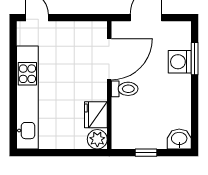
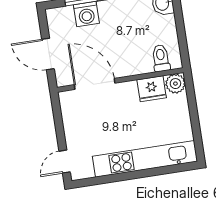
toilet: (125, 89) -> (161, 58), moved
window: (146, 153) -> (181, 33), removed

